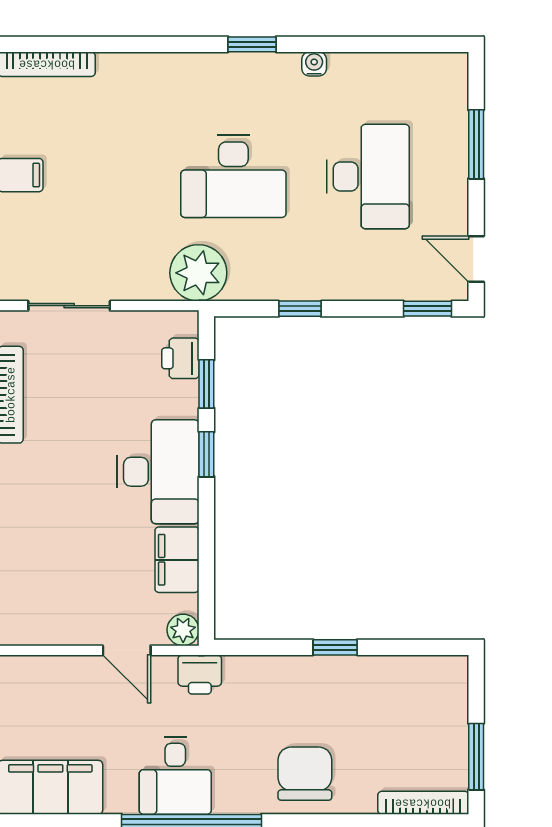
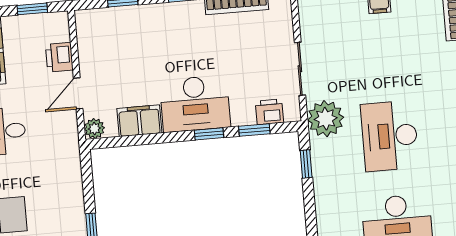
sliding door: (69, 306) -> (300, 69), moved
window: (300, 309) -> (306, 164), moved
printer: (200, 674) -> (59, 57), moved

